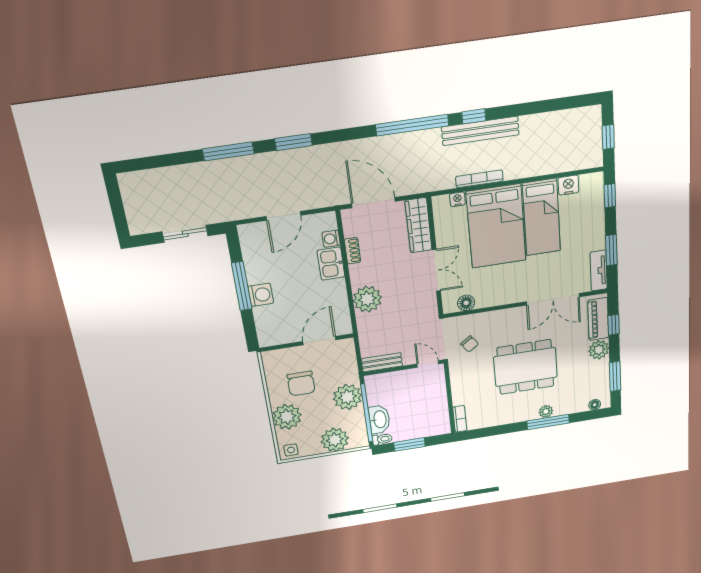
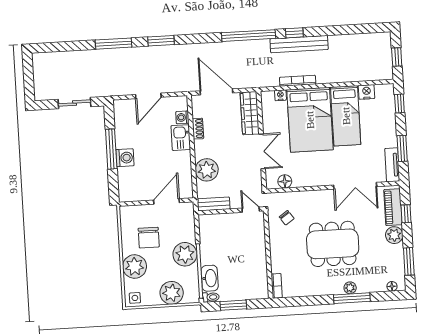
bench: (382, 362) -> (214, 204), moved
door: (428, 364) -> (251, 210), moved
wall: (404, 368) -> (231, 211), moved

